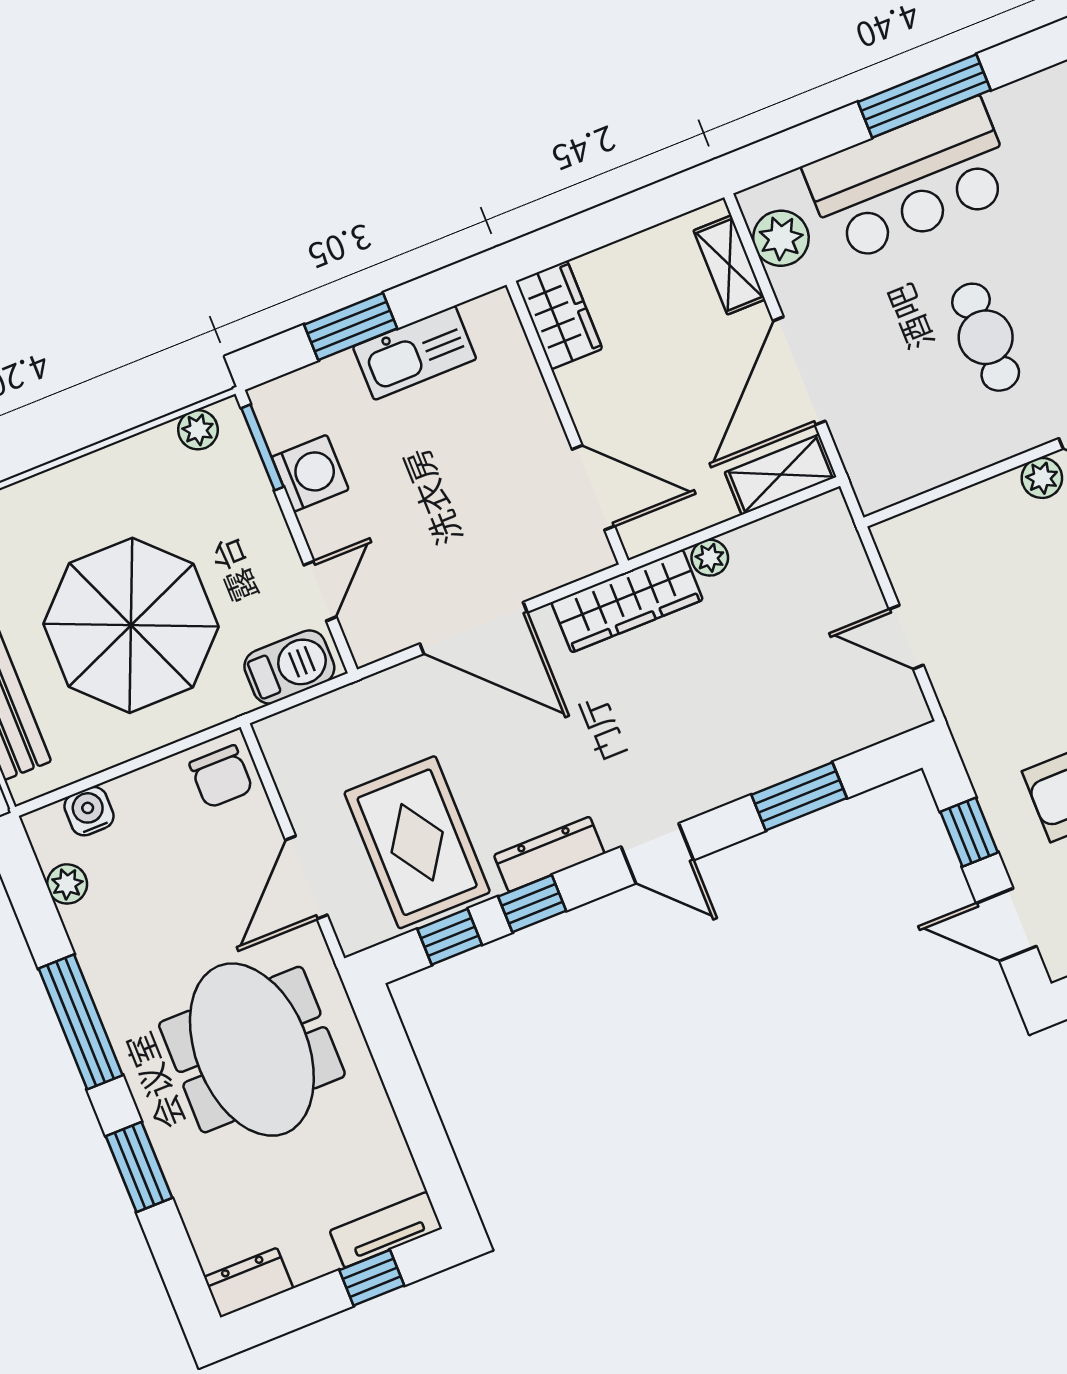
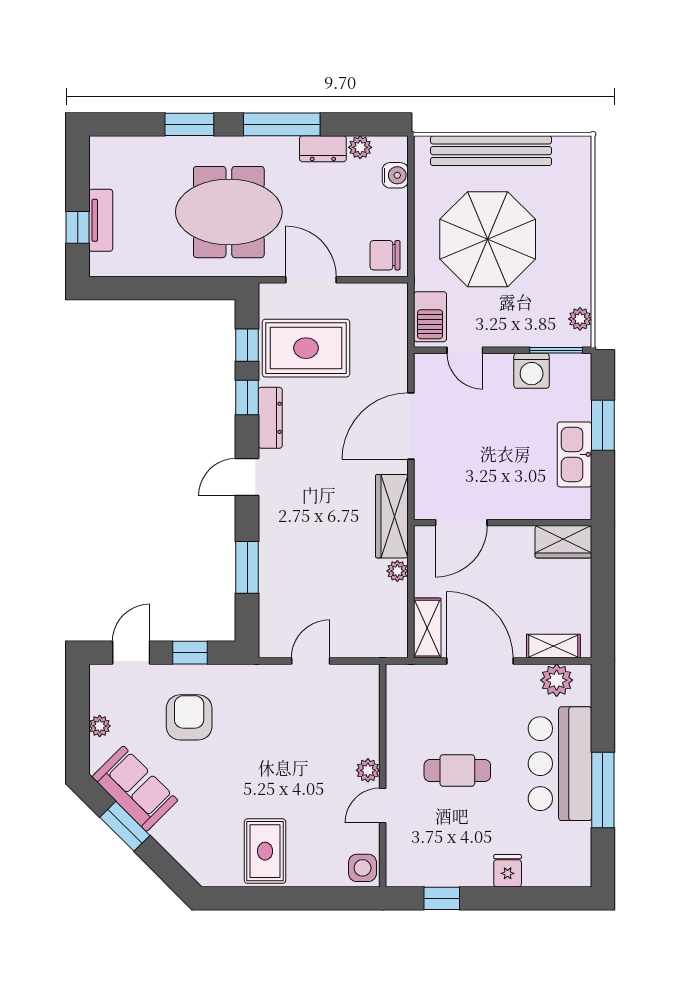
tv unit: (386, 1230) -> (101, 220), moved
dresser: (249, 1283) -> (323, 149), moved, turned 90

